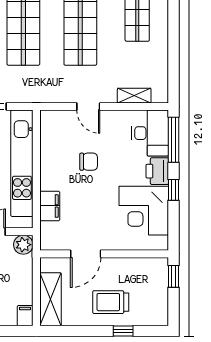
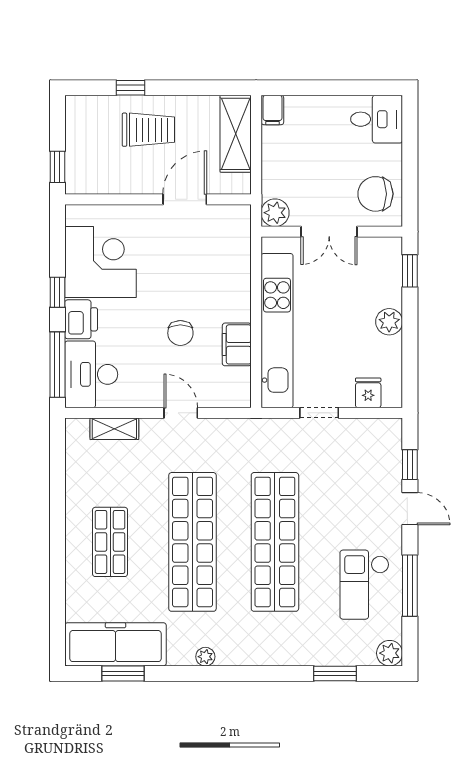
chair: (89, 162) -> (180, 333), turned -90
filing cabinet: (50, 206) -> (237, 344), moved

